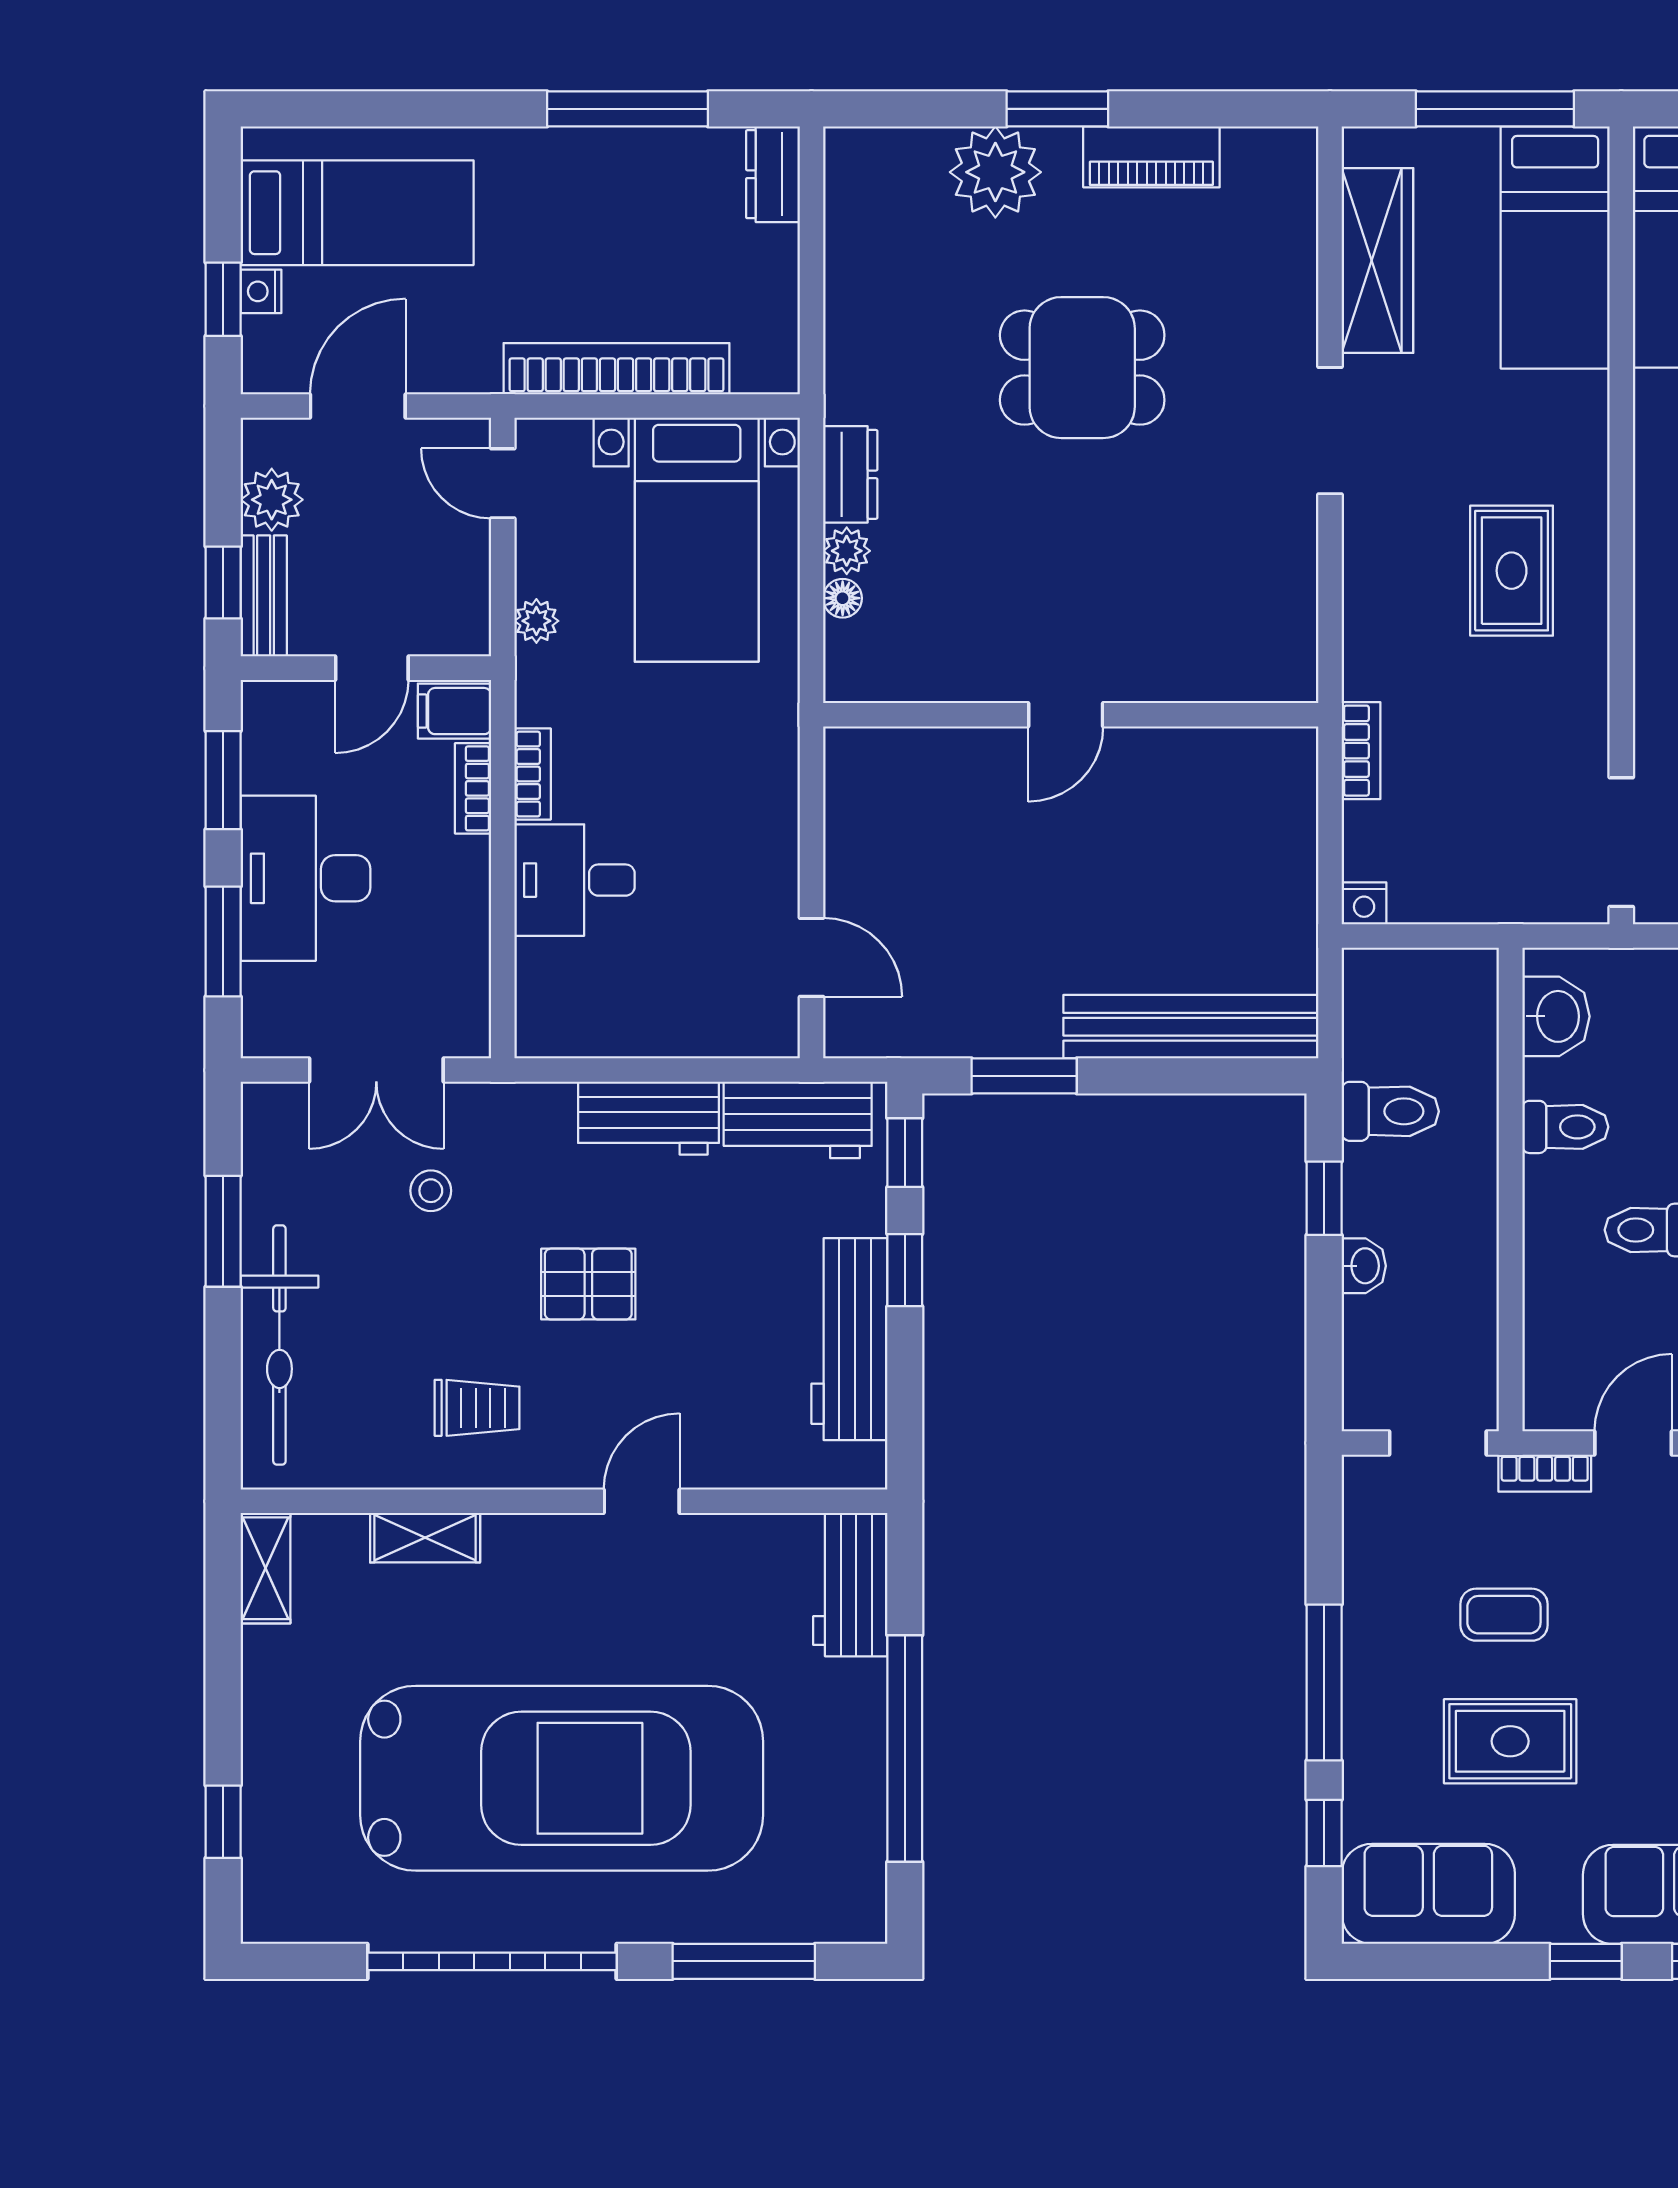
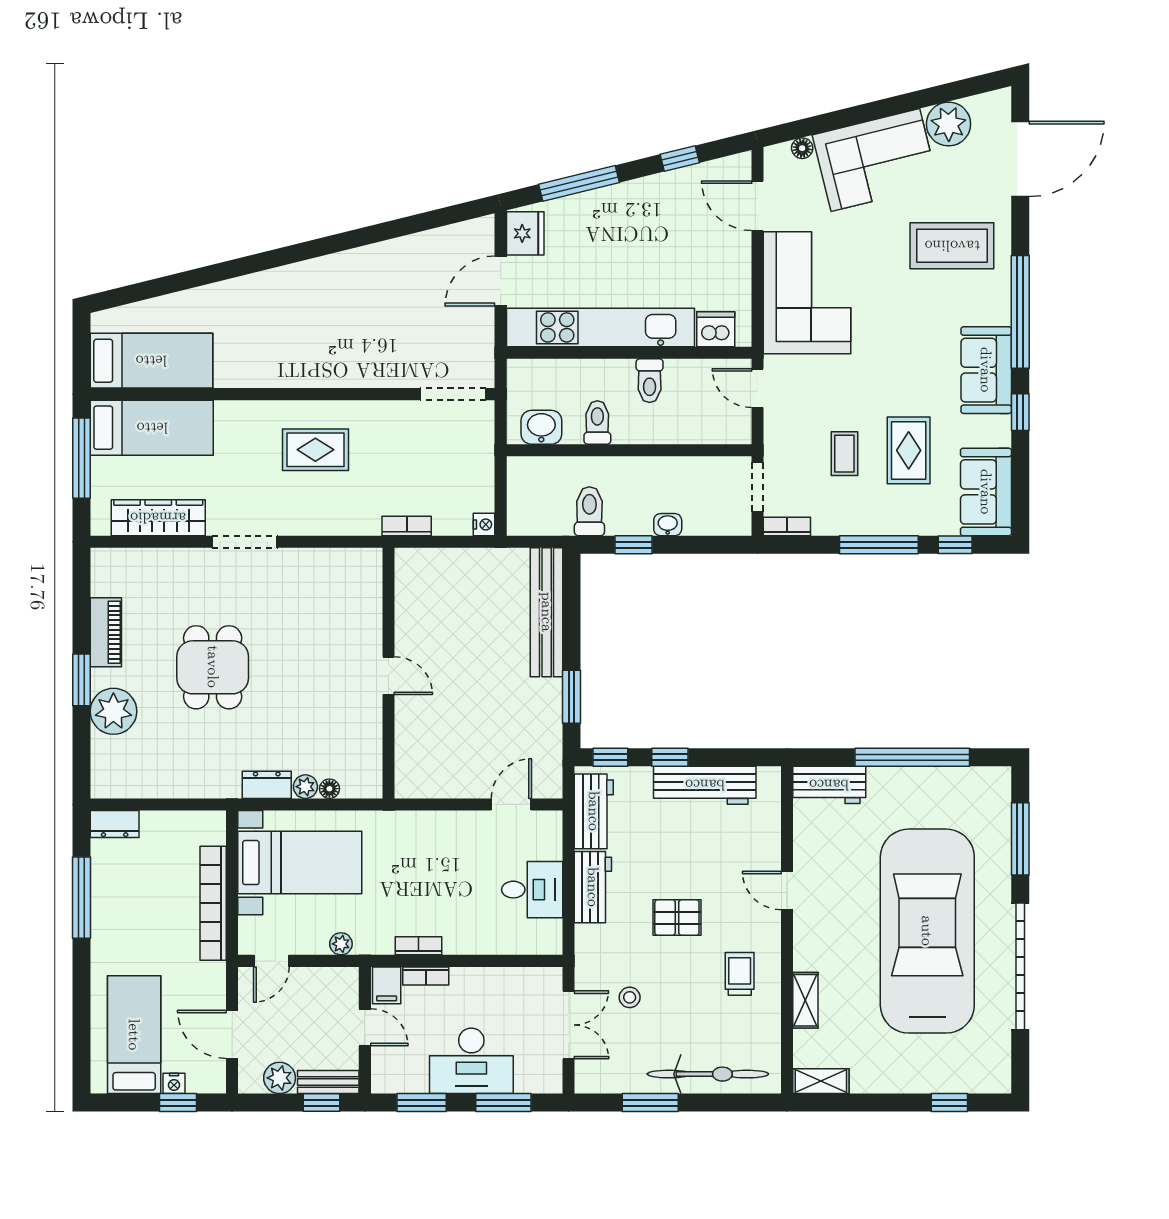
desk: (575, 880) -> (532, 890), moved, turned -90
pallet: (588, 1284) -> (677, 918), turned 90
bookcase: (1545, 1473) -> (787, 526), moved, turned -90

